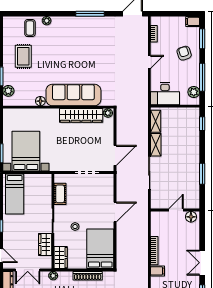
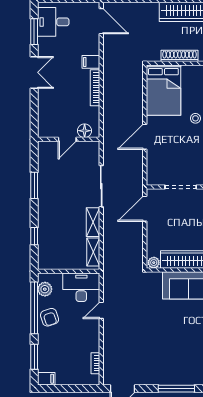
armchair: (184, 53) -> (50, 317), moved
door: (149, 62) -> (101, 310), moved
window: (202, 77) -> (34, 308), width x1.46
window: (202, 124) -> (34, 236), moved
floor lamp: (191, 217) -> (85, 131), moved

